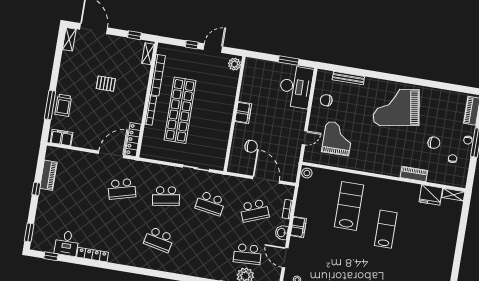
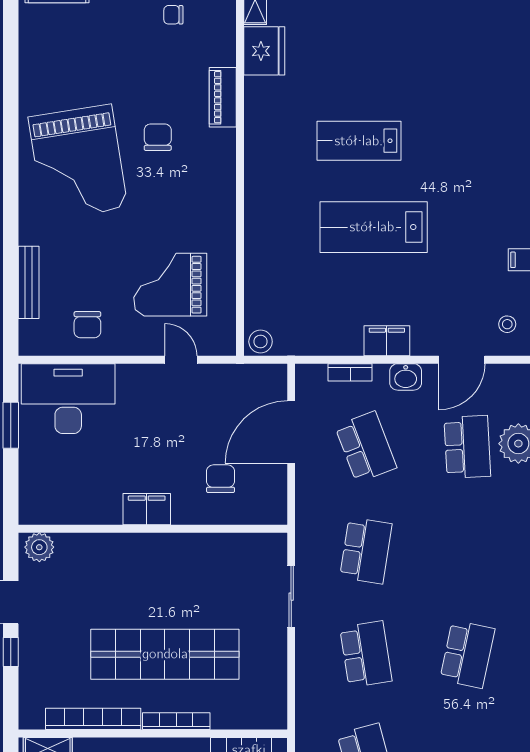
chair: (434, 143) -> (158, 137), moved
lab bench: (349, 206) -> (374, 227), moved

